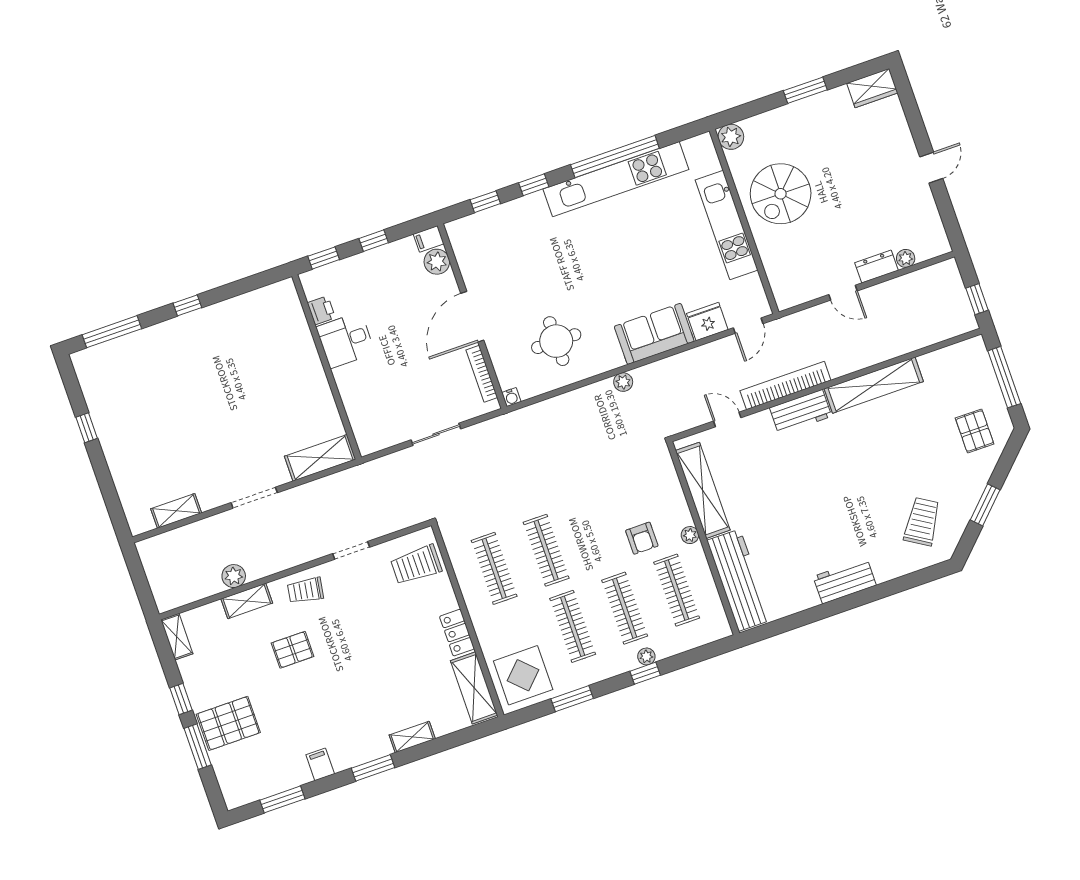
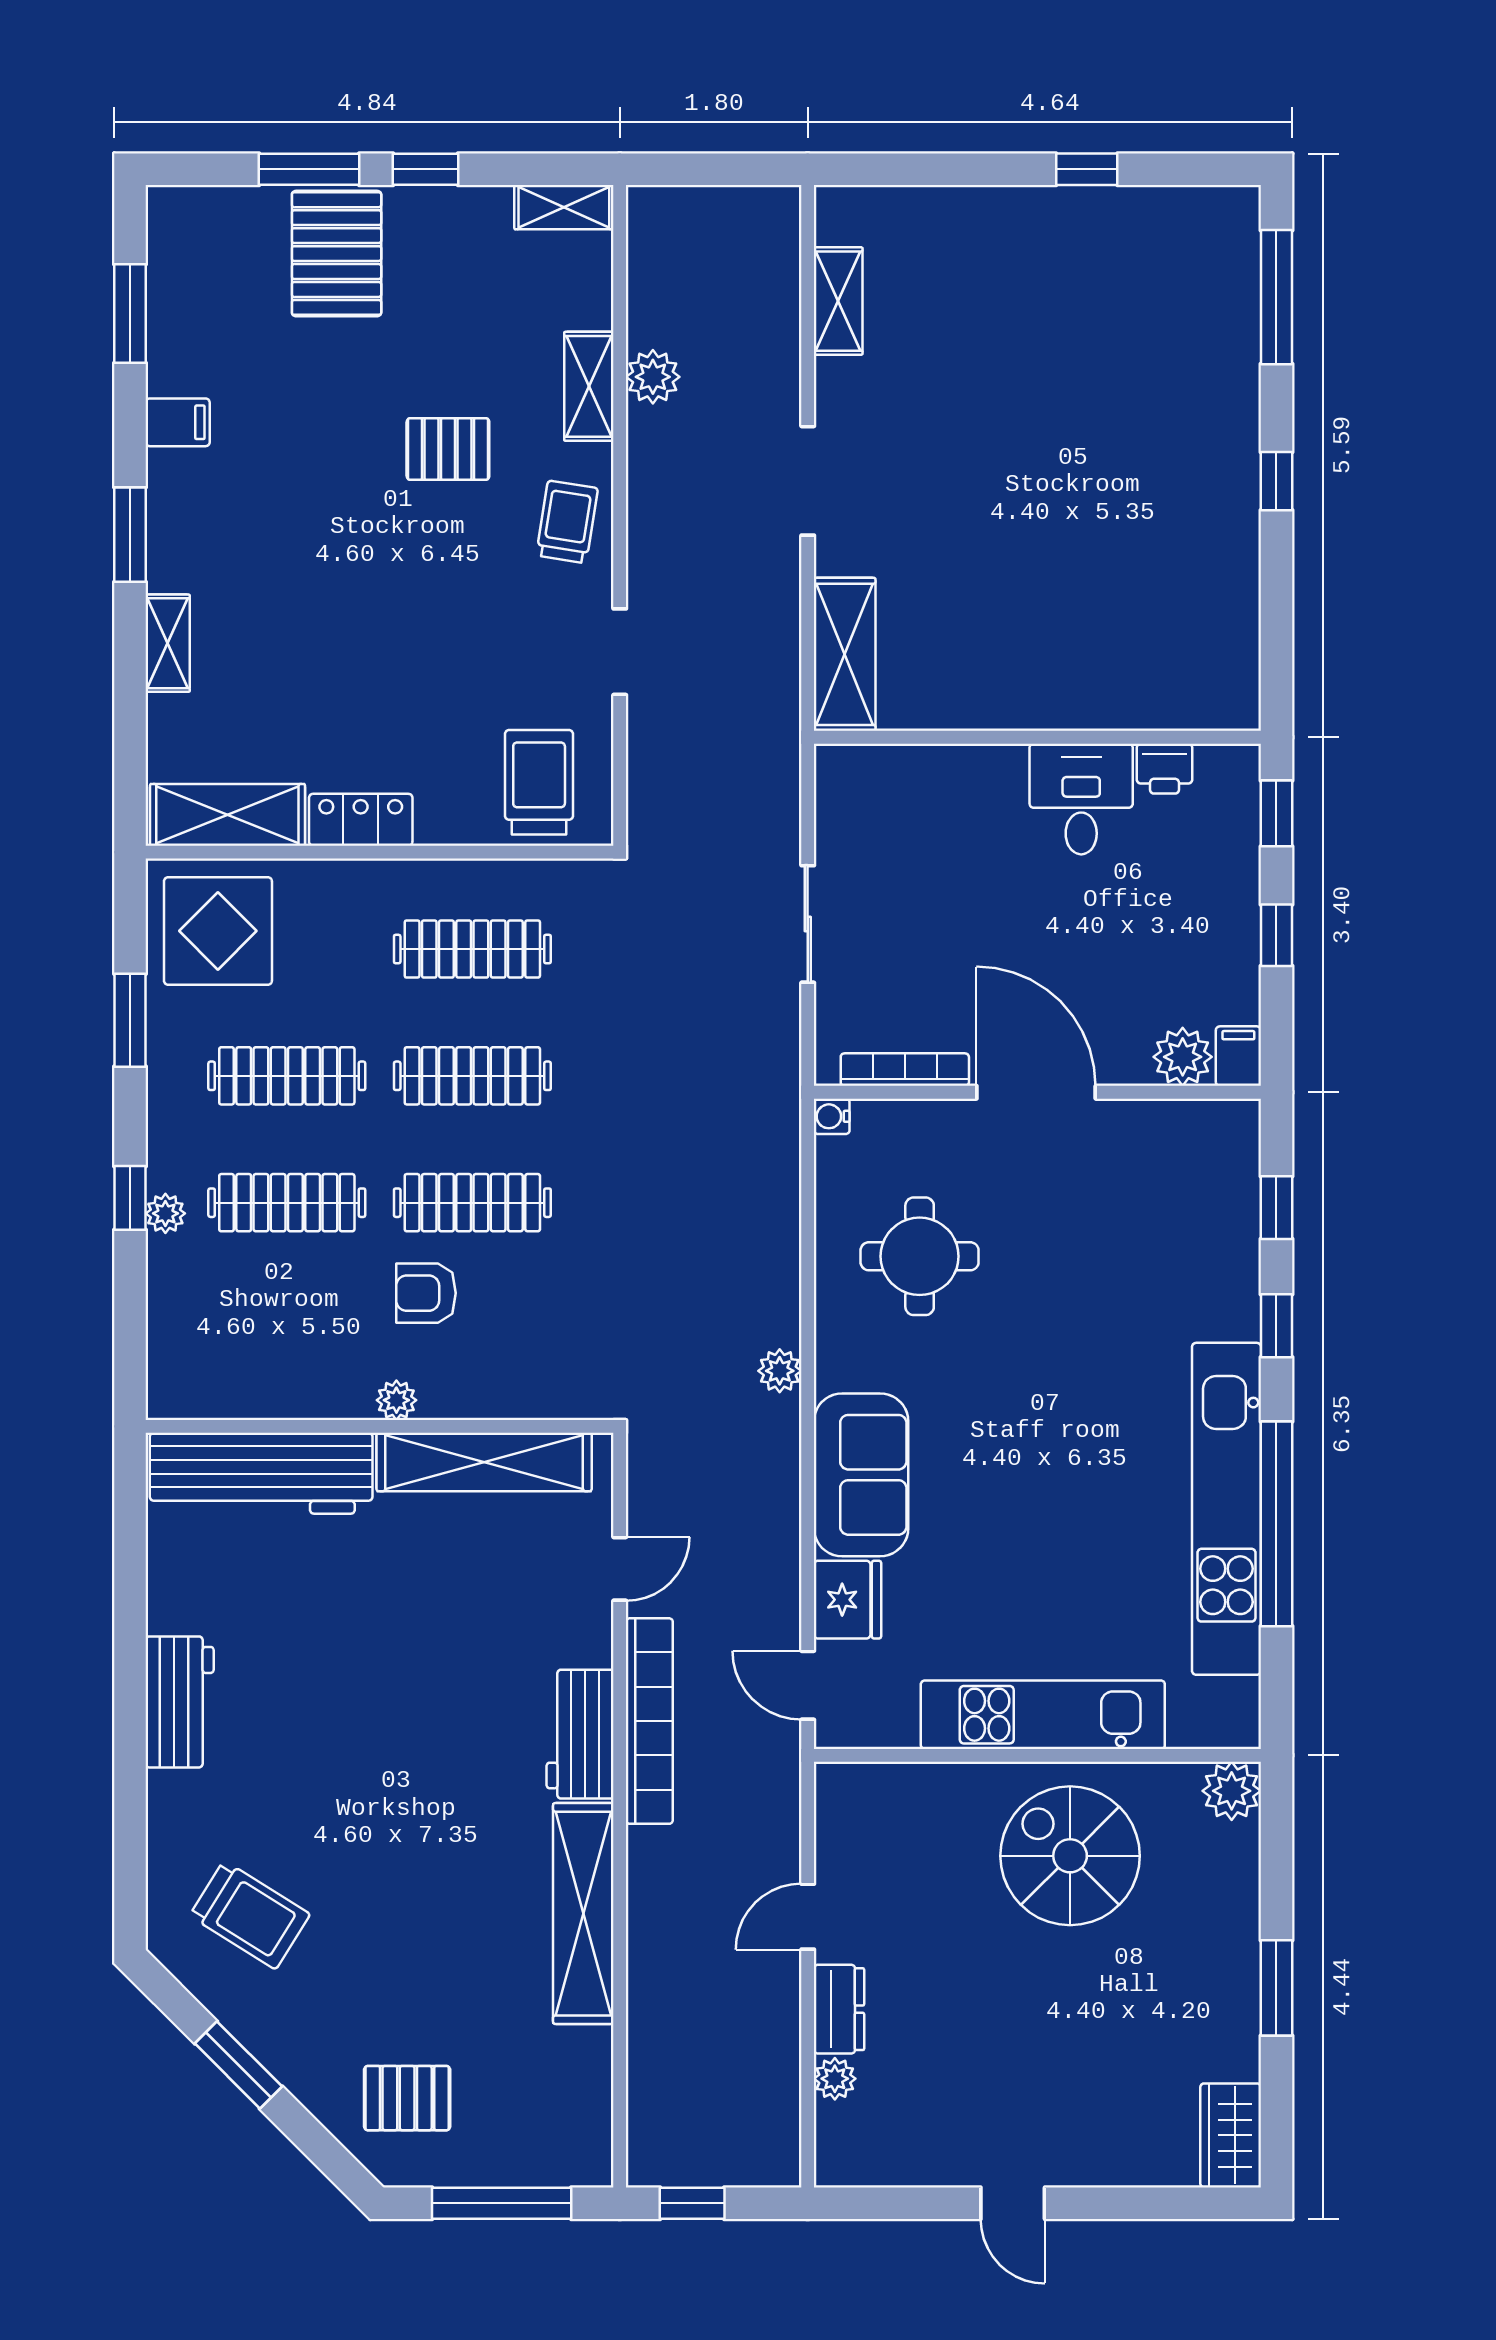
clothes rail: (677, 590) -> (472, 1203), moved
pallet: (293, 650) -> (448, 449), turned 90

